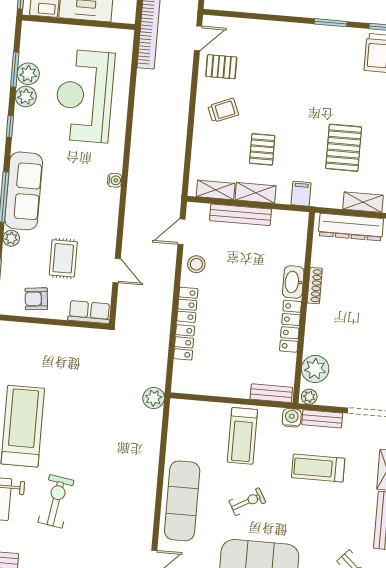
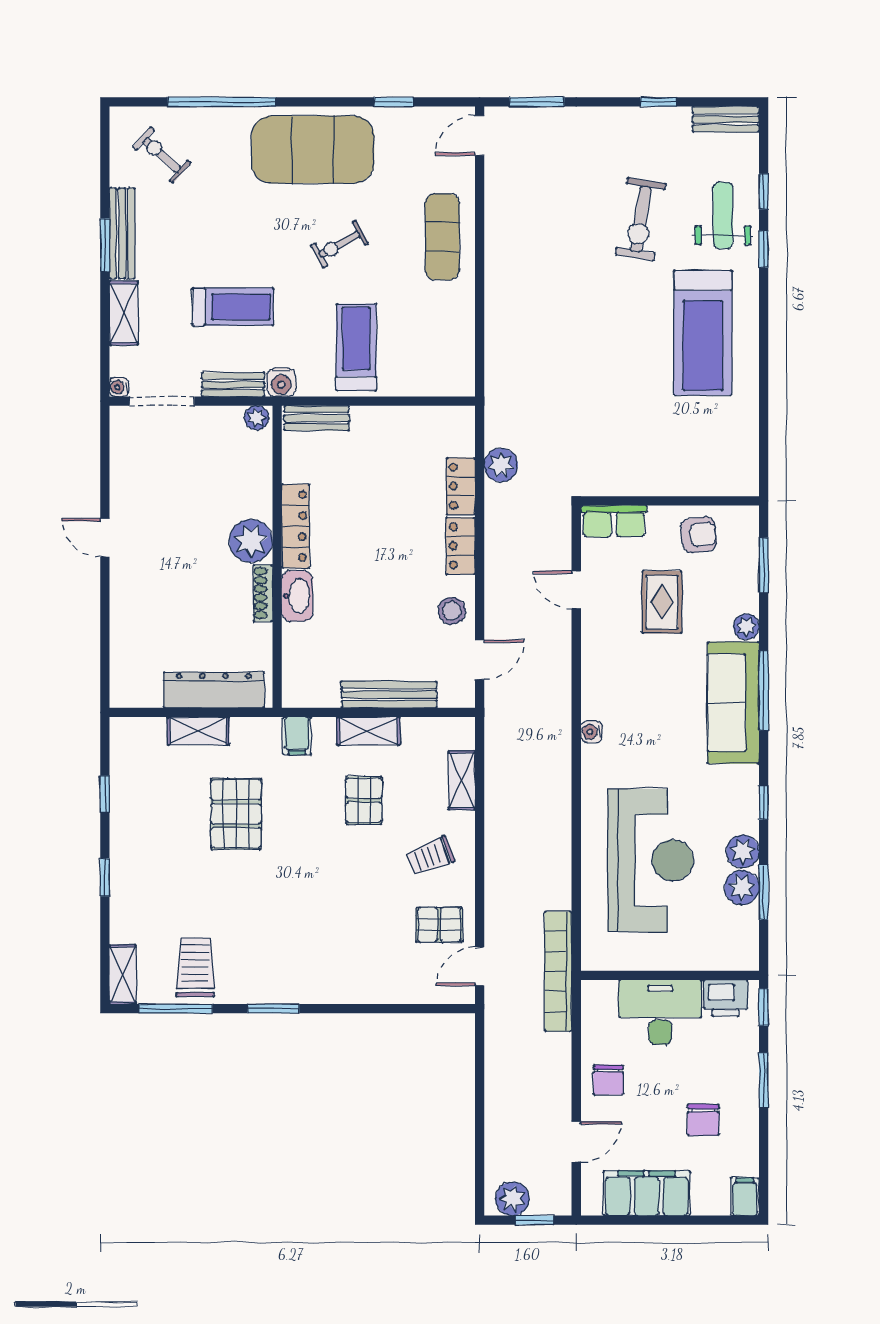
shelving: (216, 190) -> (462, 780), moved, turned 90
plant: (315, 369) -> (251, 541), moved
plant: (154, 398) -> (501, 465), moved
exercise mat: (182, 501) -> (442, 237), width x0.73, depth x0.69

